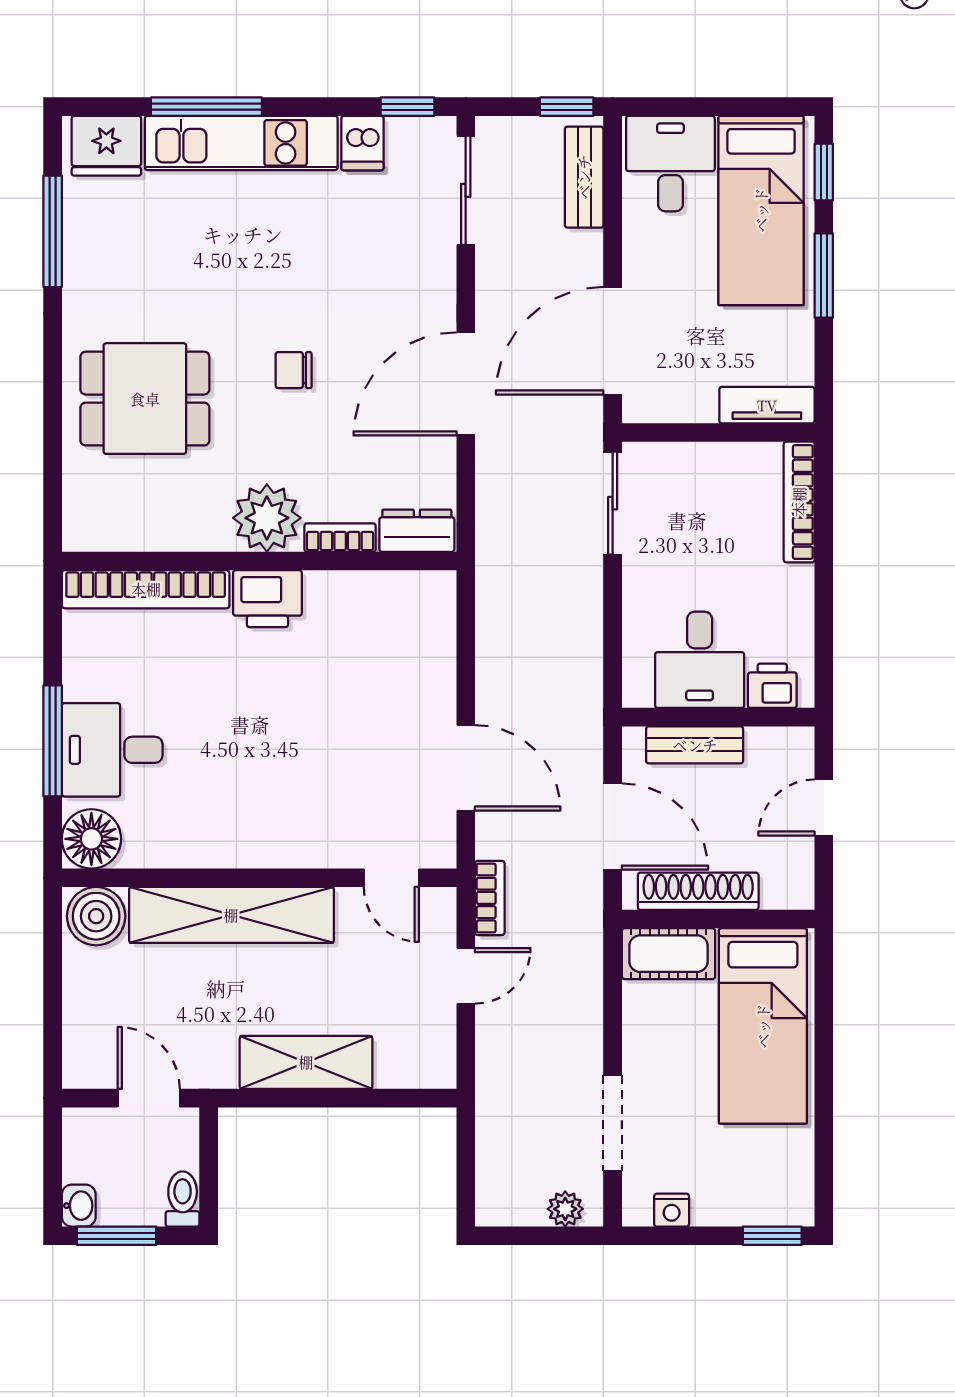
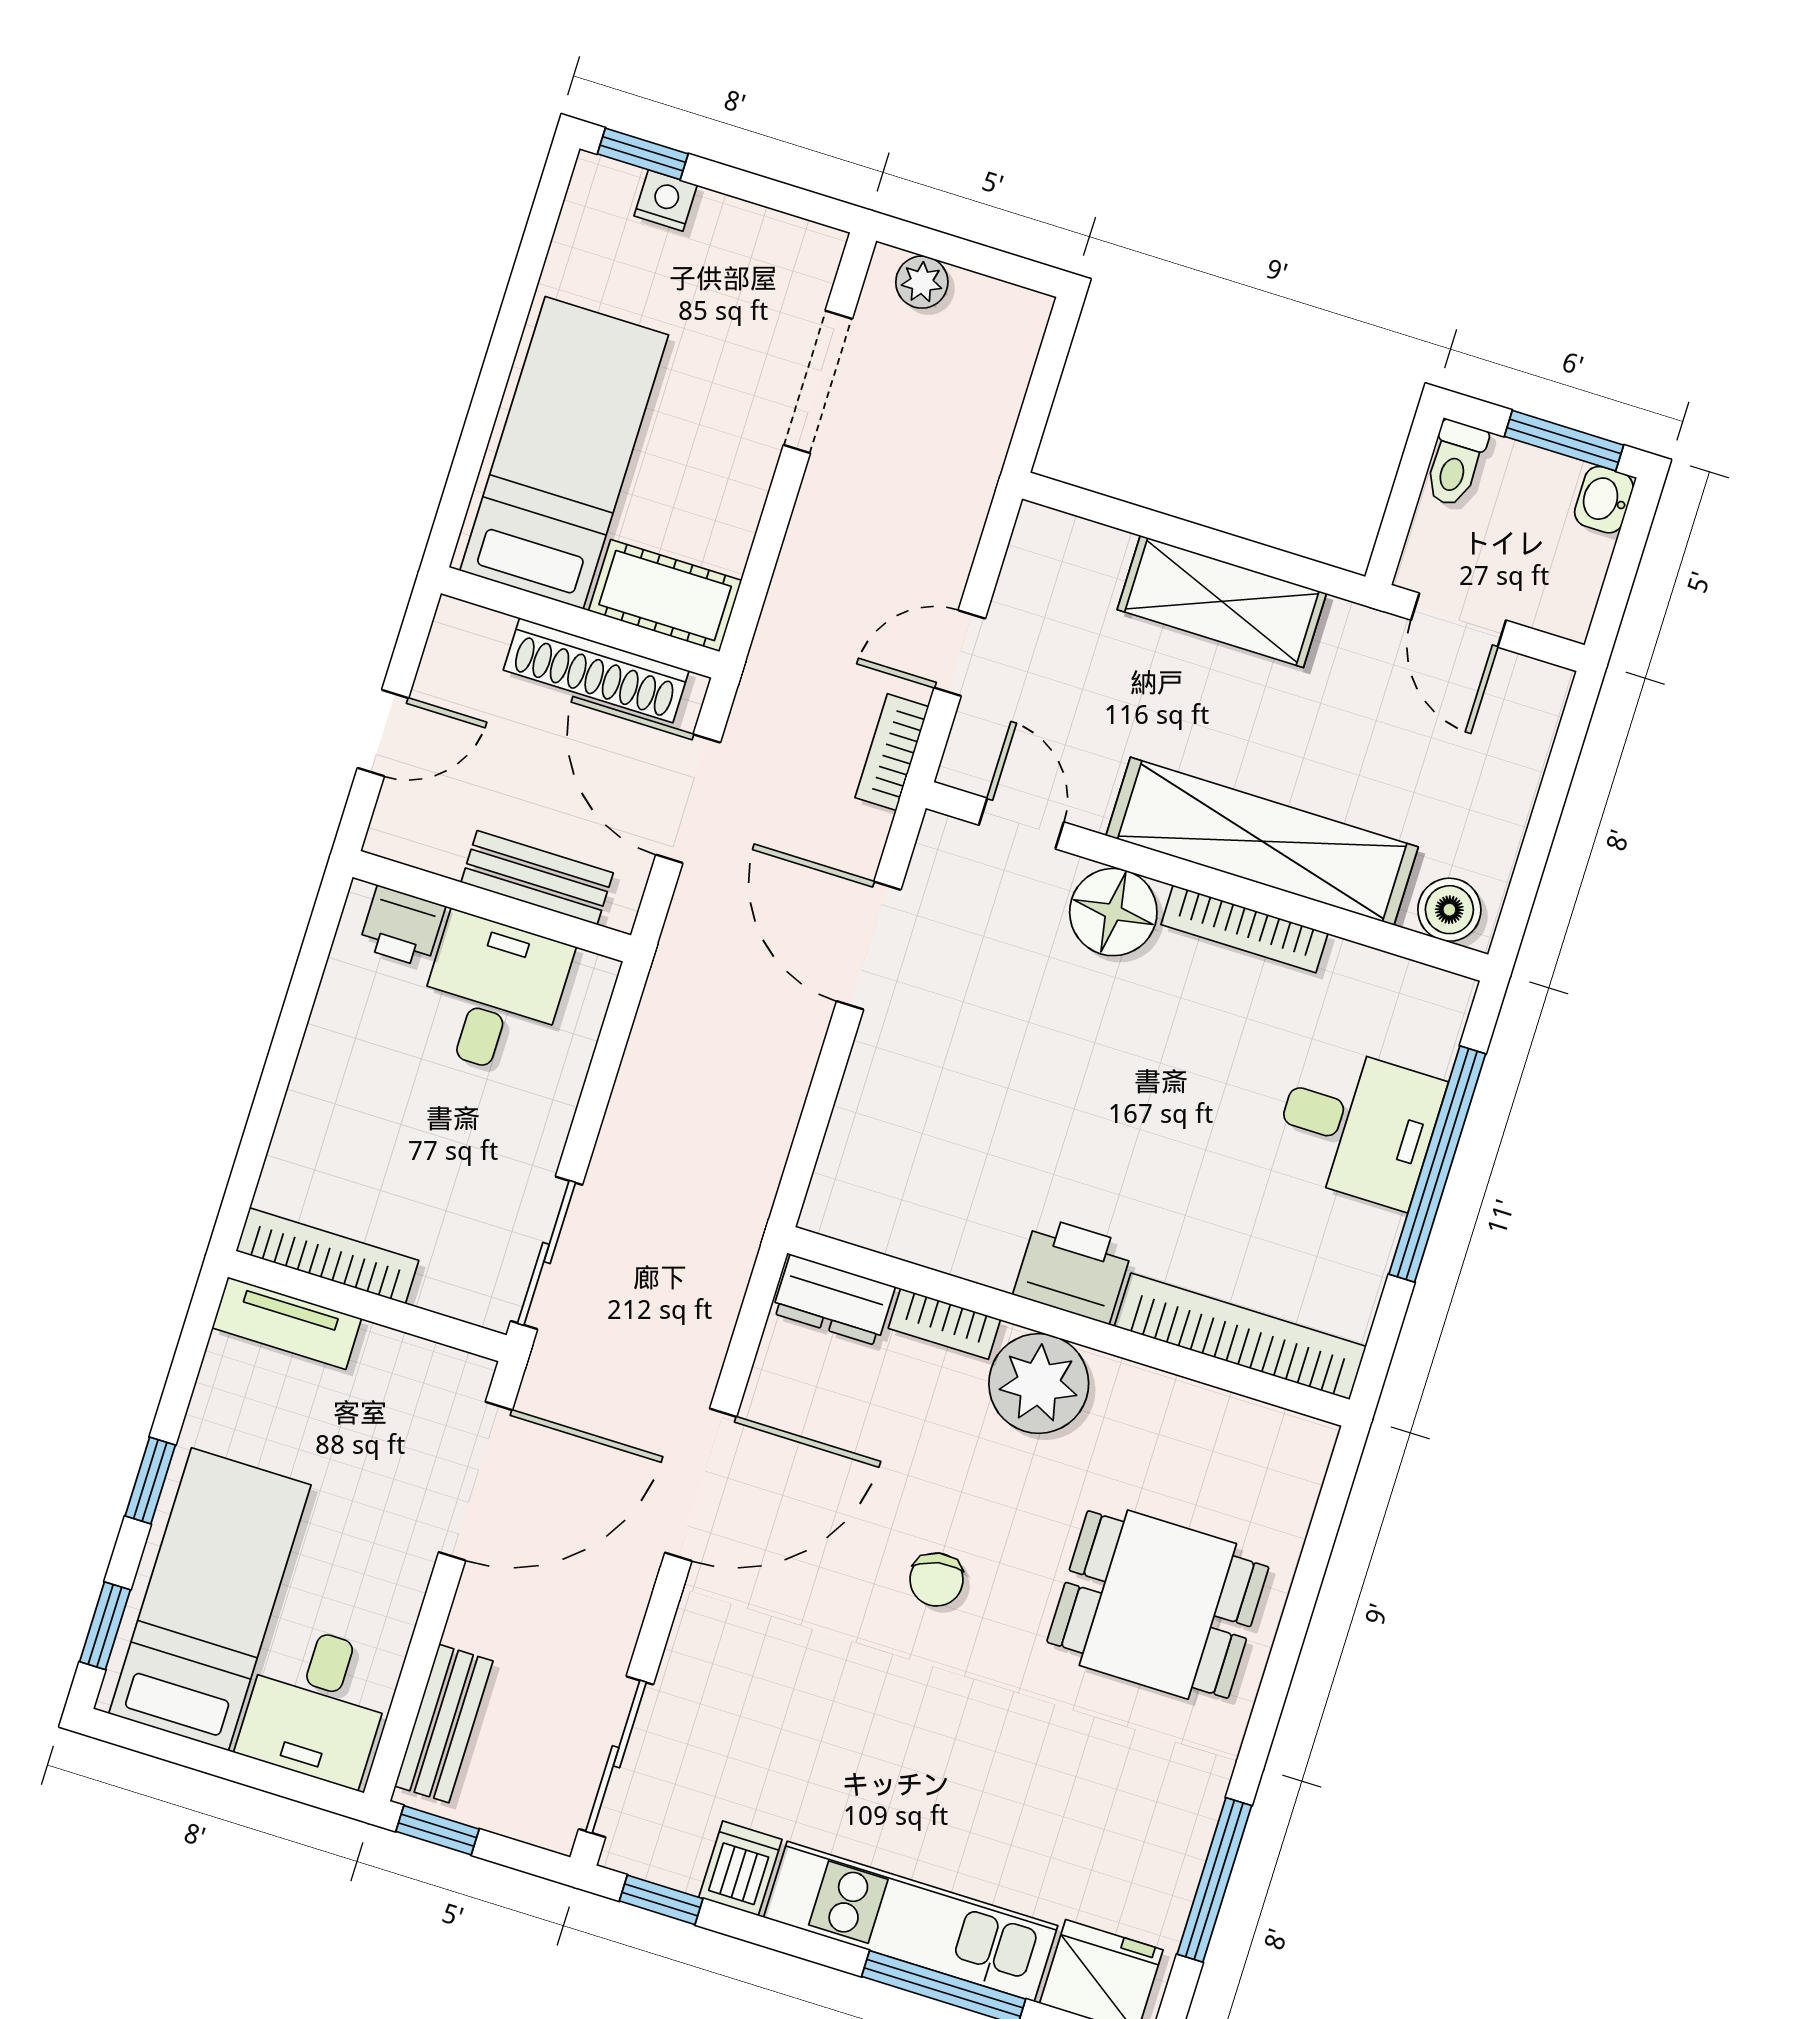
window: (824, 275) -> (150, 1480), width x0.67
chair: (294, 370) -> (936, 1580), turned 79
bookcase: (799, 502) -> (327, 1256), moved, turned -90
window: (53, 741) -> (1437, 1164), width x1.46
floor lamp: (91, 839) -> (1113, 912), moved
bookcase: (225, 854) -> (1244, 929), added
boiler: (96, 916) -> (1449, 910), width x0.73, depth x0.73
nightstand: (672, 1210) -> (666, 200), moved

